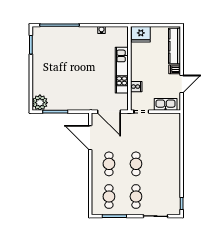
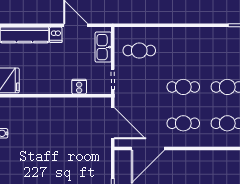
kitchen unit: (122, 70) -> (57, 106), removed
door: (109, 112) -> (113, 123), hinge flipped
cafe table: (163, 131) -> (139, 51), added

